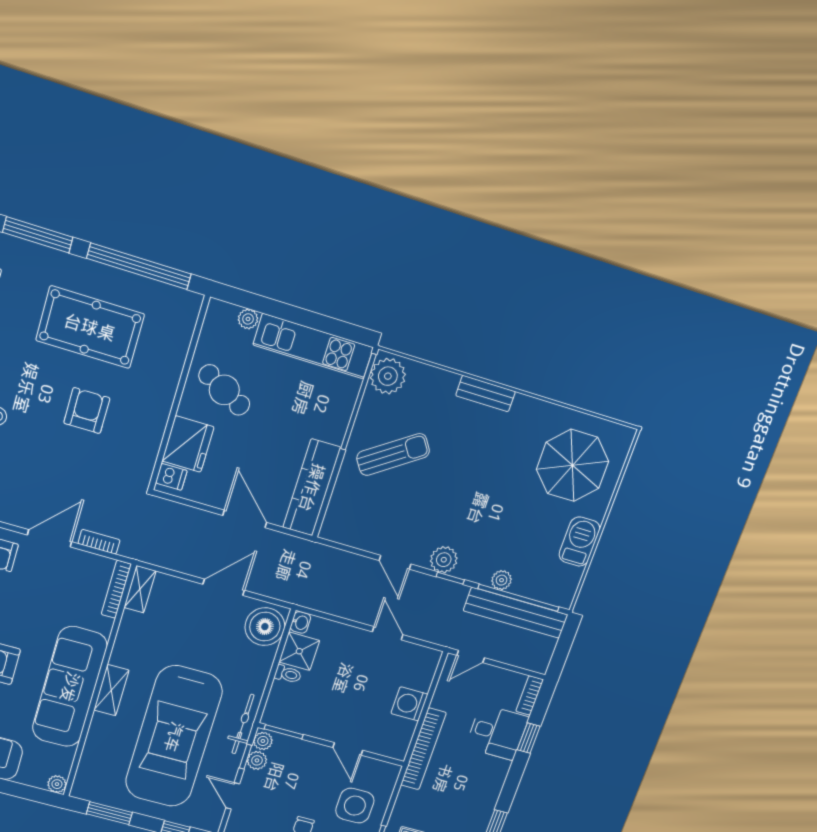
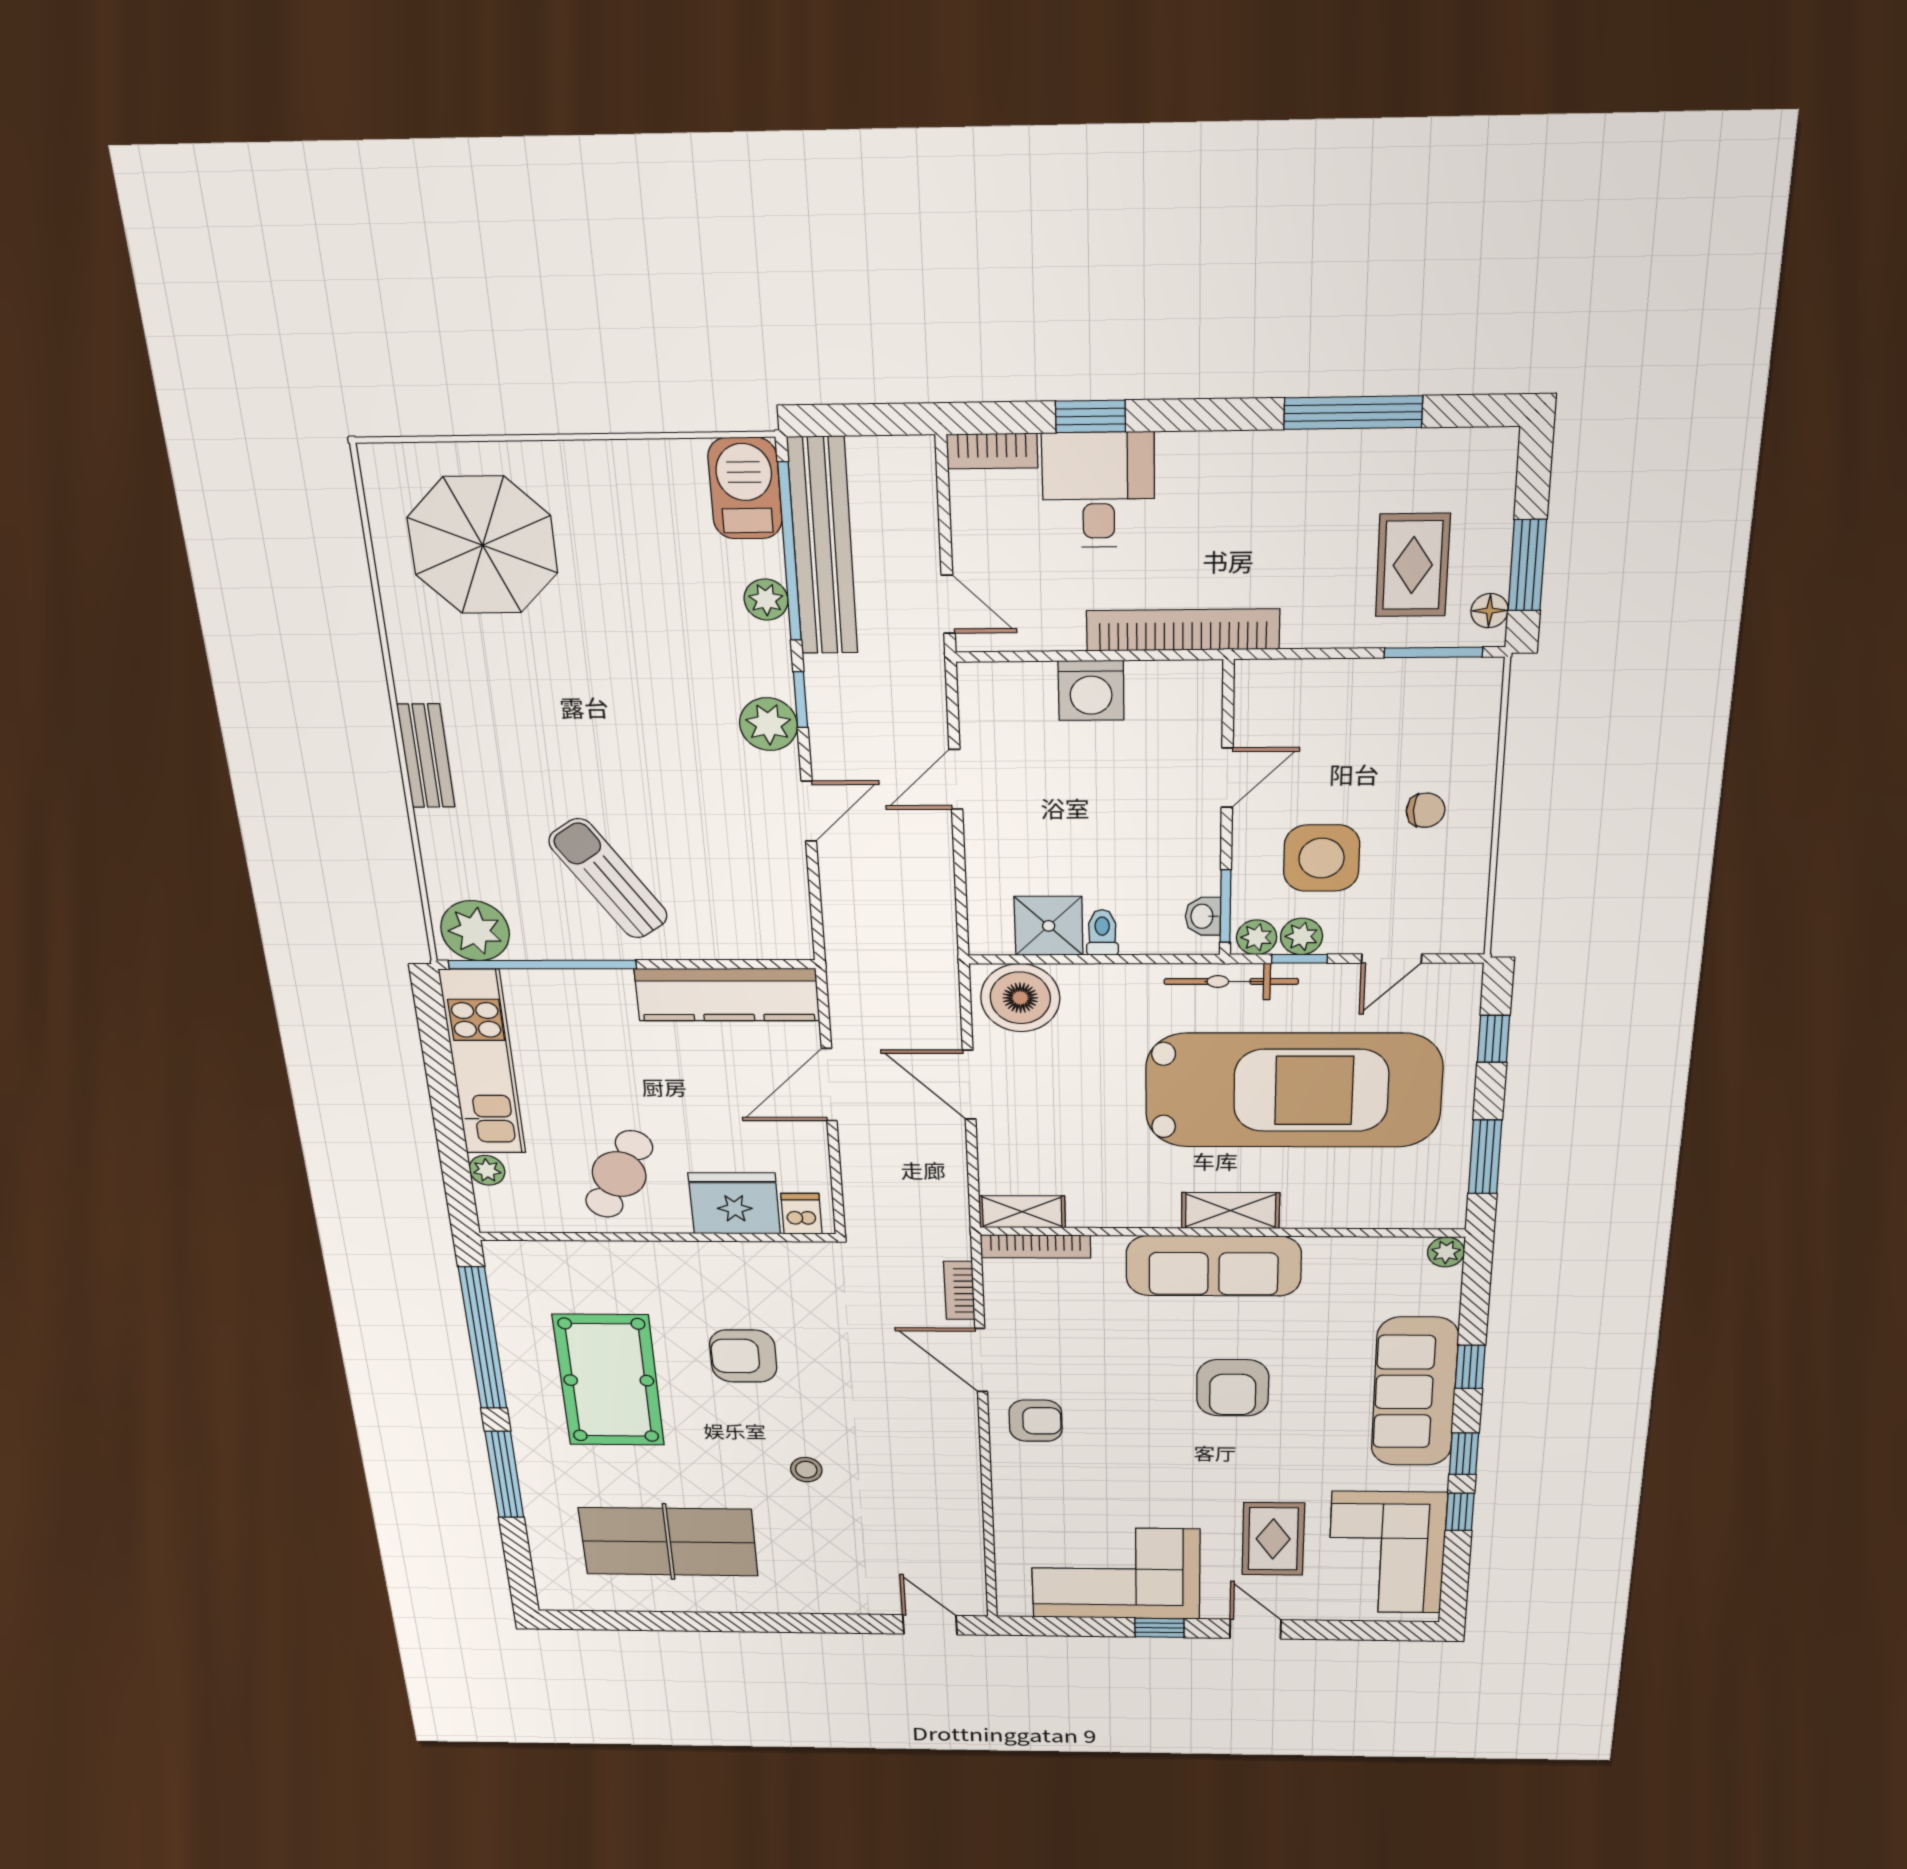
barbecue: (580, 542) -> (745, 488), moved, turned 90
washbasin: (300, 622) -> (1203, 916), moved, turned -90
sofa: (70, 687) -> (1214, 1266), width x0.74, depth x0.79
side table: (355, 806) -> (1322, 858), moved

